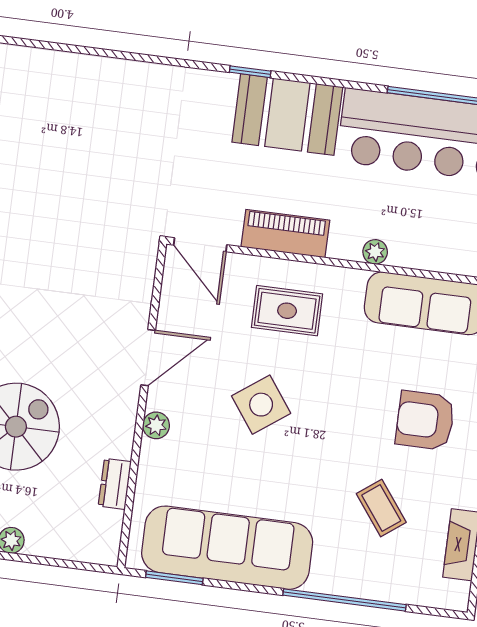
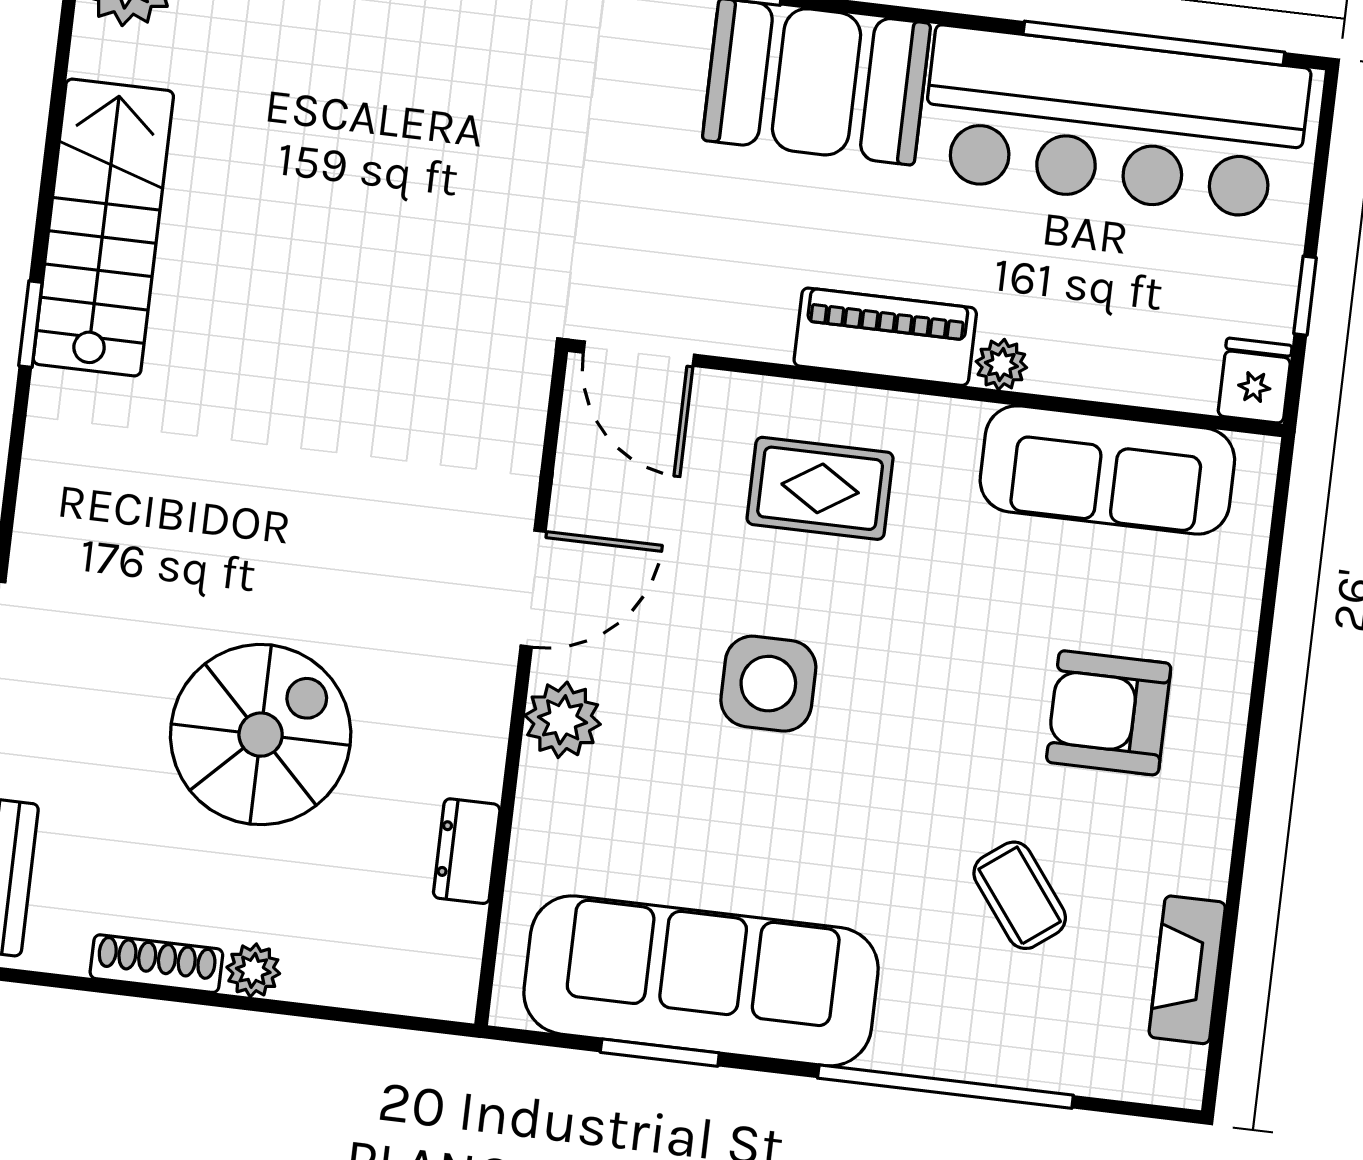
piano: (285, 234) -> (885, 337), moved
side table: (261, 405) -> (768, 684), turned 36
plant: (156, 425) -> (563, 720), width x1.38, depth x1.38
window: (174, 578) -> (660, 1053), moved

